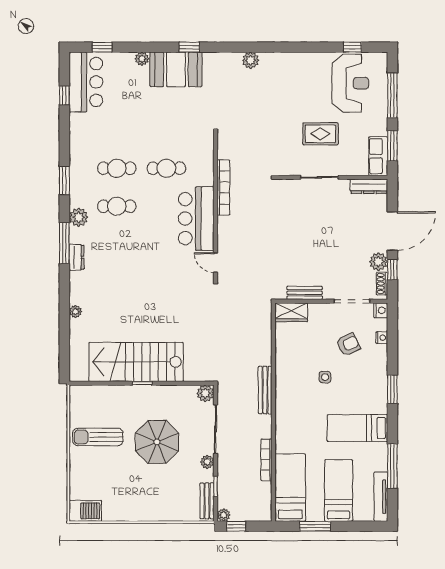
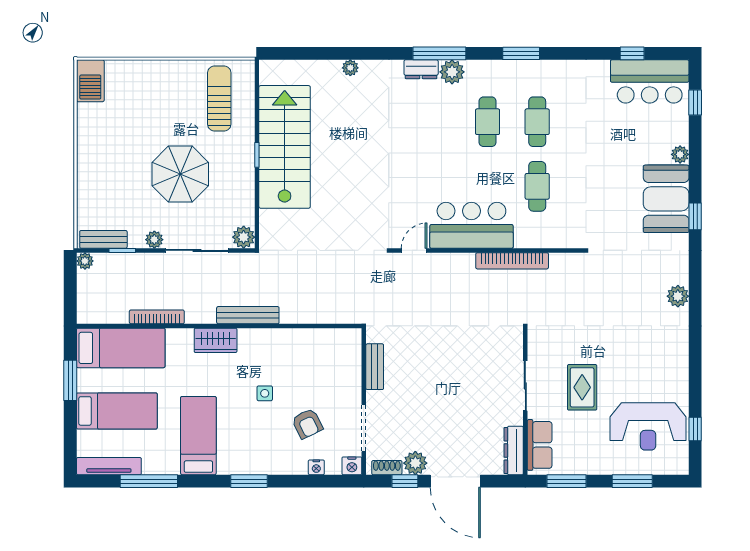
window: (392, 95) -> (632, 481), width x0.69
row of seats: (378, 156) -> (540, 445), moved, turned 90
plant: (79, 217) -> (452, 72), moved
wardrobe: (291, 312) -> (216, 340), moved, turned -90
sun lounger: (98, 437) -> (219, 98), moved
window: (236, 526) -> (70, 277), removed

